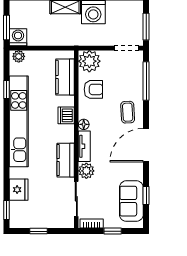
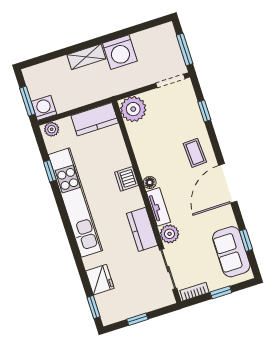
kitchen counter: (65, 77) -> (95, 119), moved, turned -90
window: (146, 81) -> (204, 111), width x0.46
armchair: (93, 89) -> (148, 139), removed

